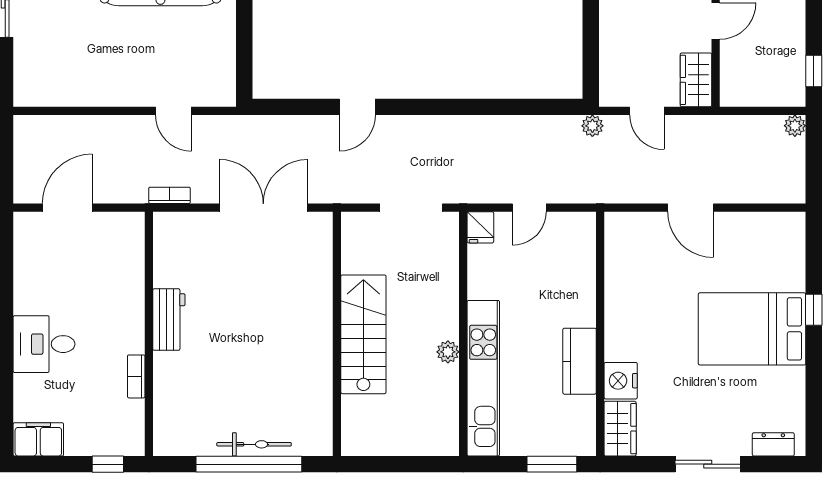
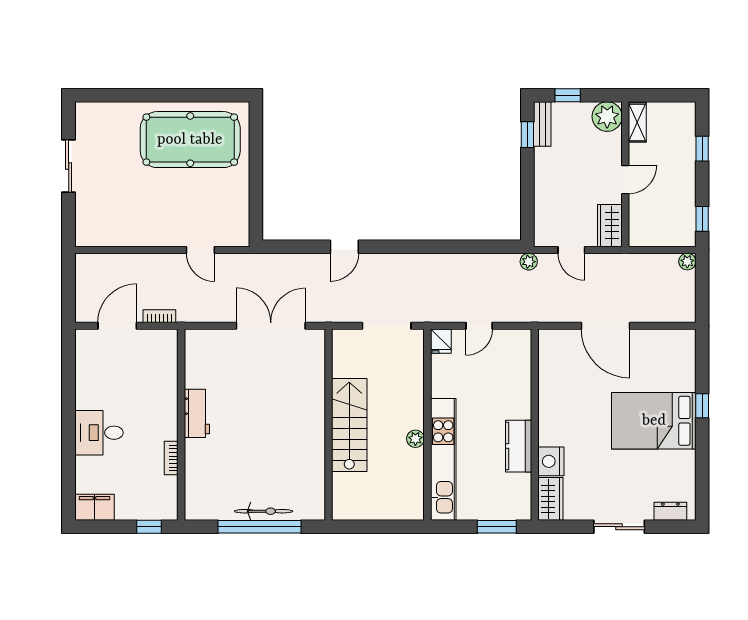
bookcase: (170, 195) -> (159, 316), moved
door: (690, 208) -> (606, 326), width x1.36

